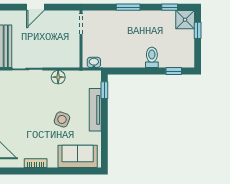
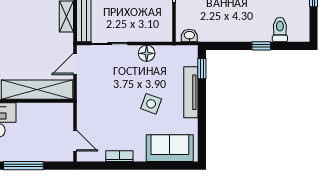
toilet: (152, 57) -> (280, 30), moved
window: (174, 71) -> (261, 46), moved

